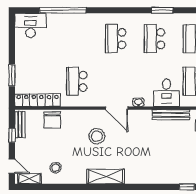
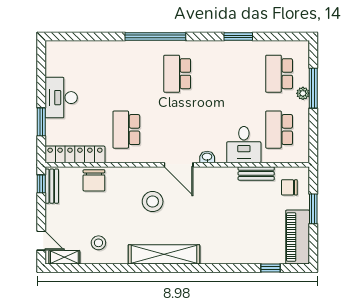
window: (63, 10) -> (155, 37), moved
desk: (30, 25) -> (61, 98), moved, turned -90
school desk: (155, 39) -> (228, 74), removed
bench: (171, 115) -> (256, 173), width x0.73
window: (12, 135) -> (41, 184), moved
shelving: (106, 177) -> (164, 254), width x1.47

